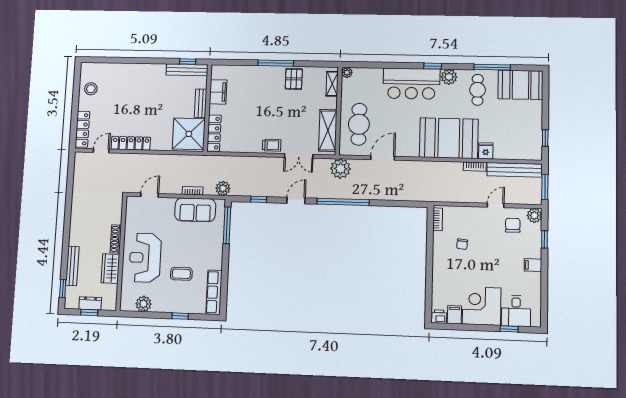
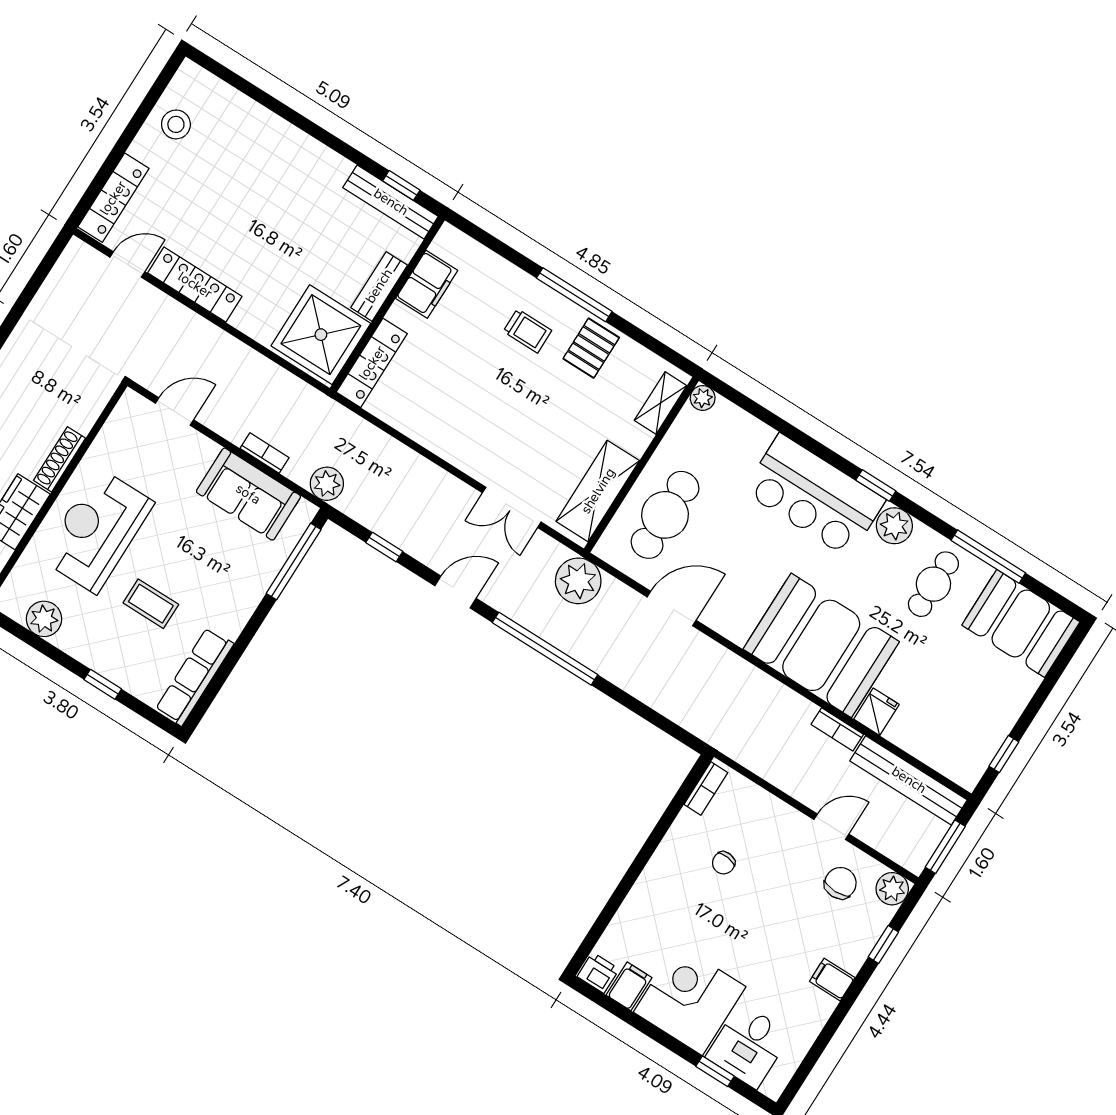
trolley: (272, 145) -> (527, 331), moved

